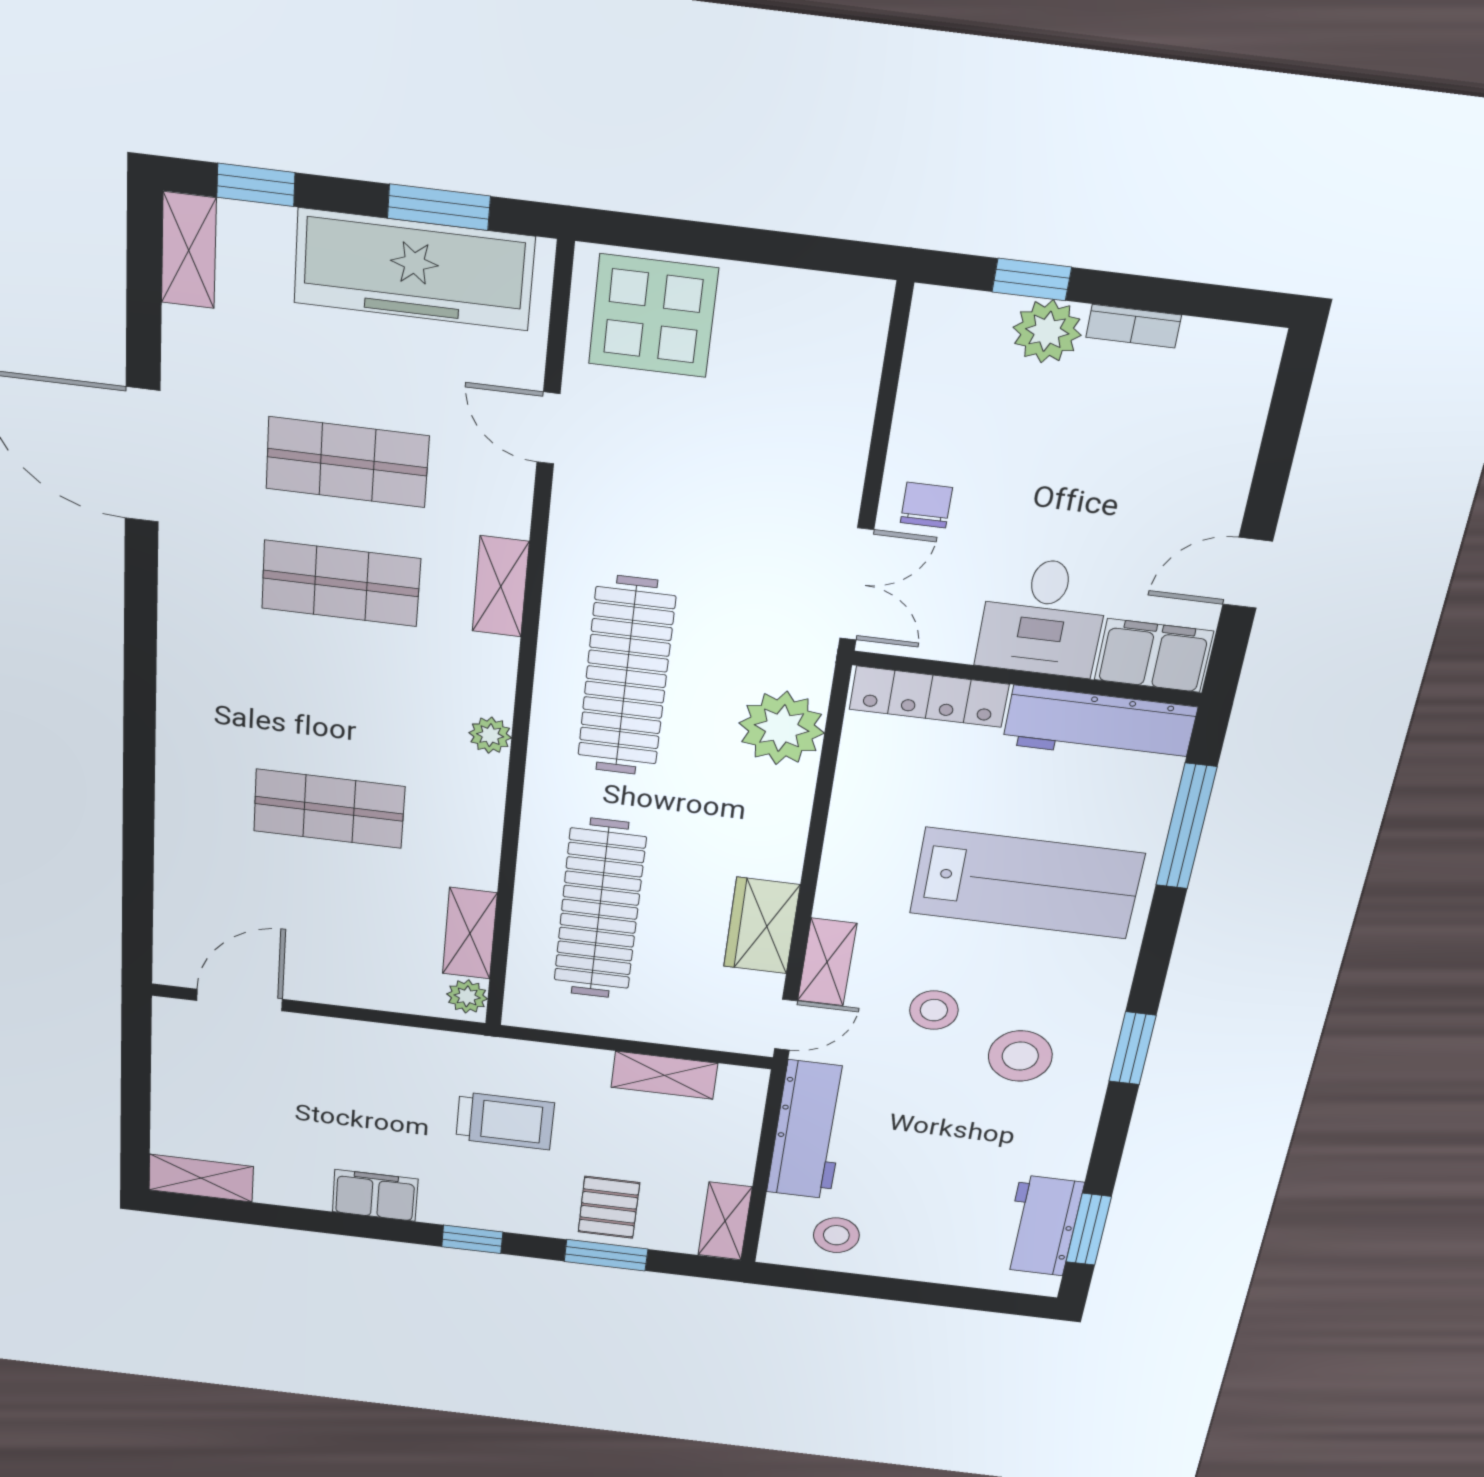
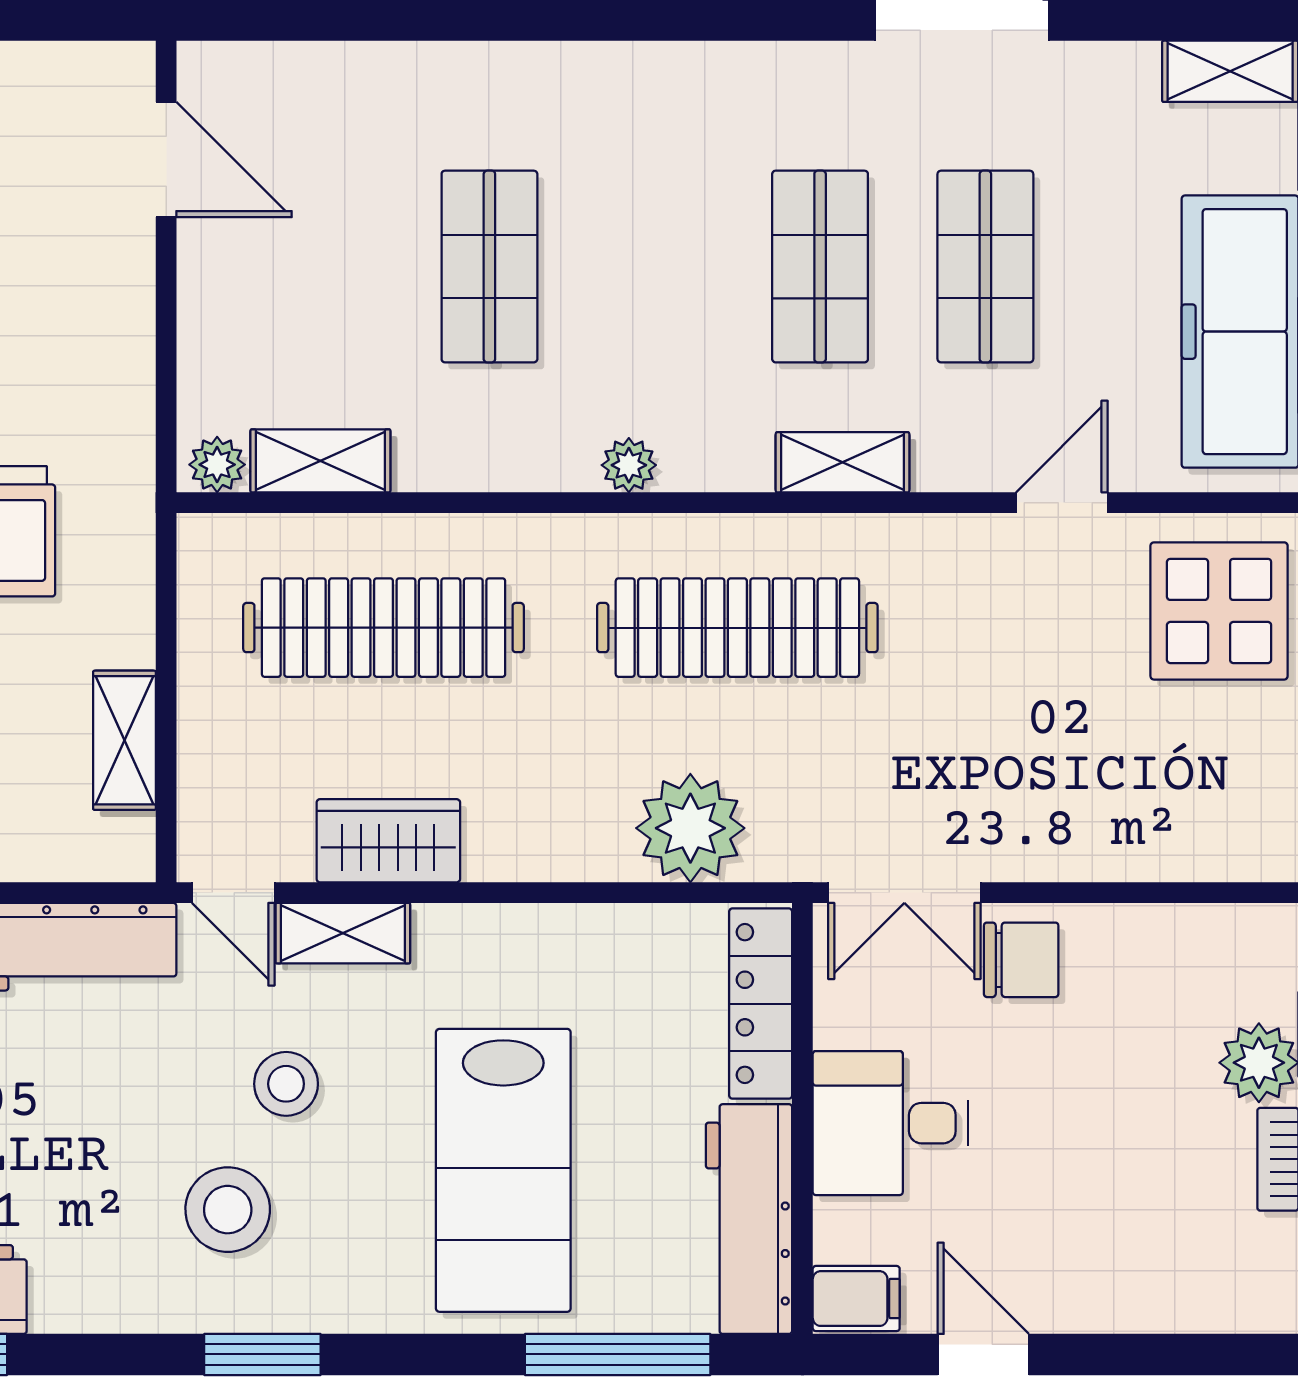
chair: (926, 505) -> (1021, 960), width x1.37, depth x1.37
filing cabinet: (1154, 655) -> (856, 1299), width x0.50

